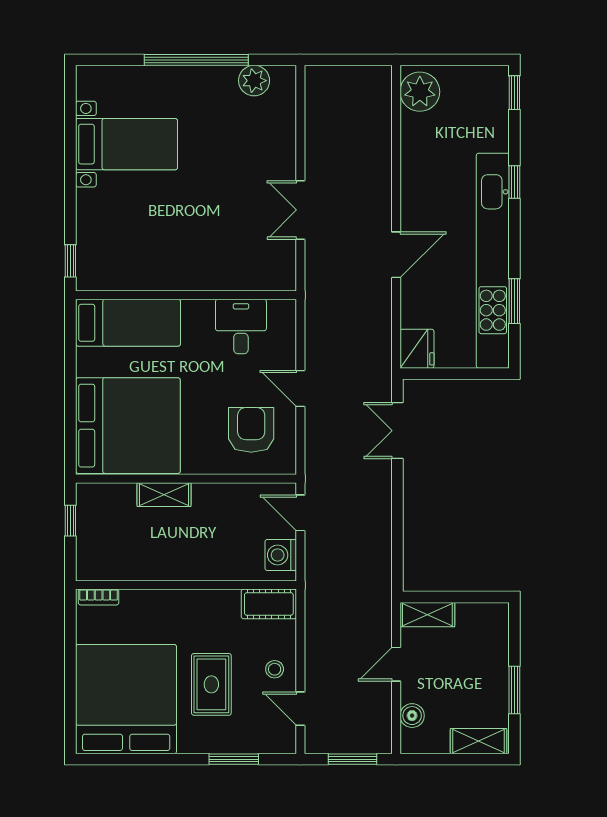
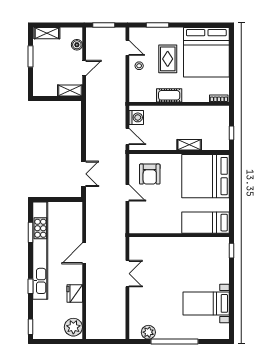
desk: (241, 327) -> (154, 221), removed
fridge: (417, 349) -> (75, 294), moved
cot: (269, 604) -> (169, 95), moved

